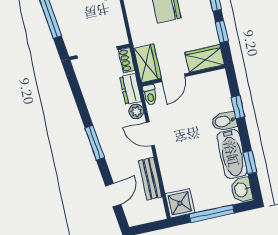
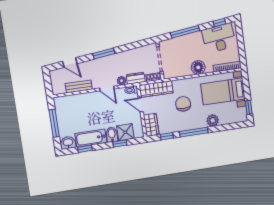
wardrobe: (147, 63) -> (156, 89), width x1.50
door: (150, 134) -> (107, 88), swing flipped
shower: (180, 203) -> (125, 132), moved

